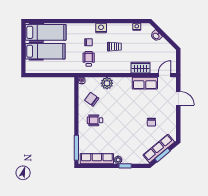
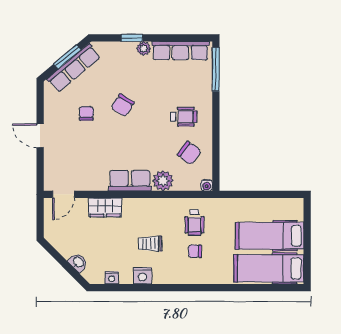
nightstand: (101, 28) -> (142, 276), moved
row of seats: (145, 83) -> (130, 181), moved
door: (178, 98) -> (40, 136), moved
chair: (130, 127) -> (123, 105), added

